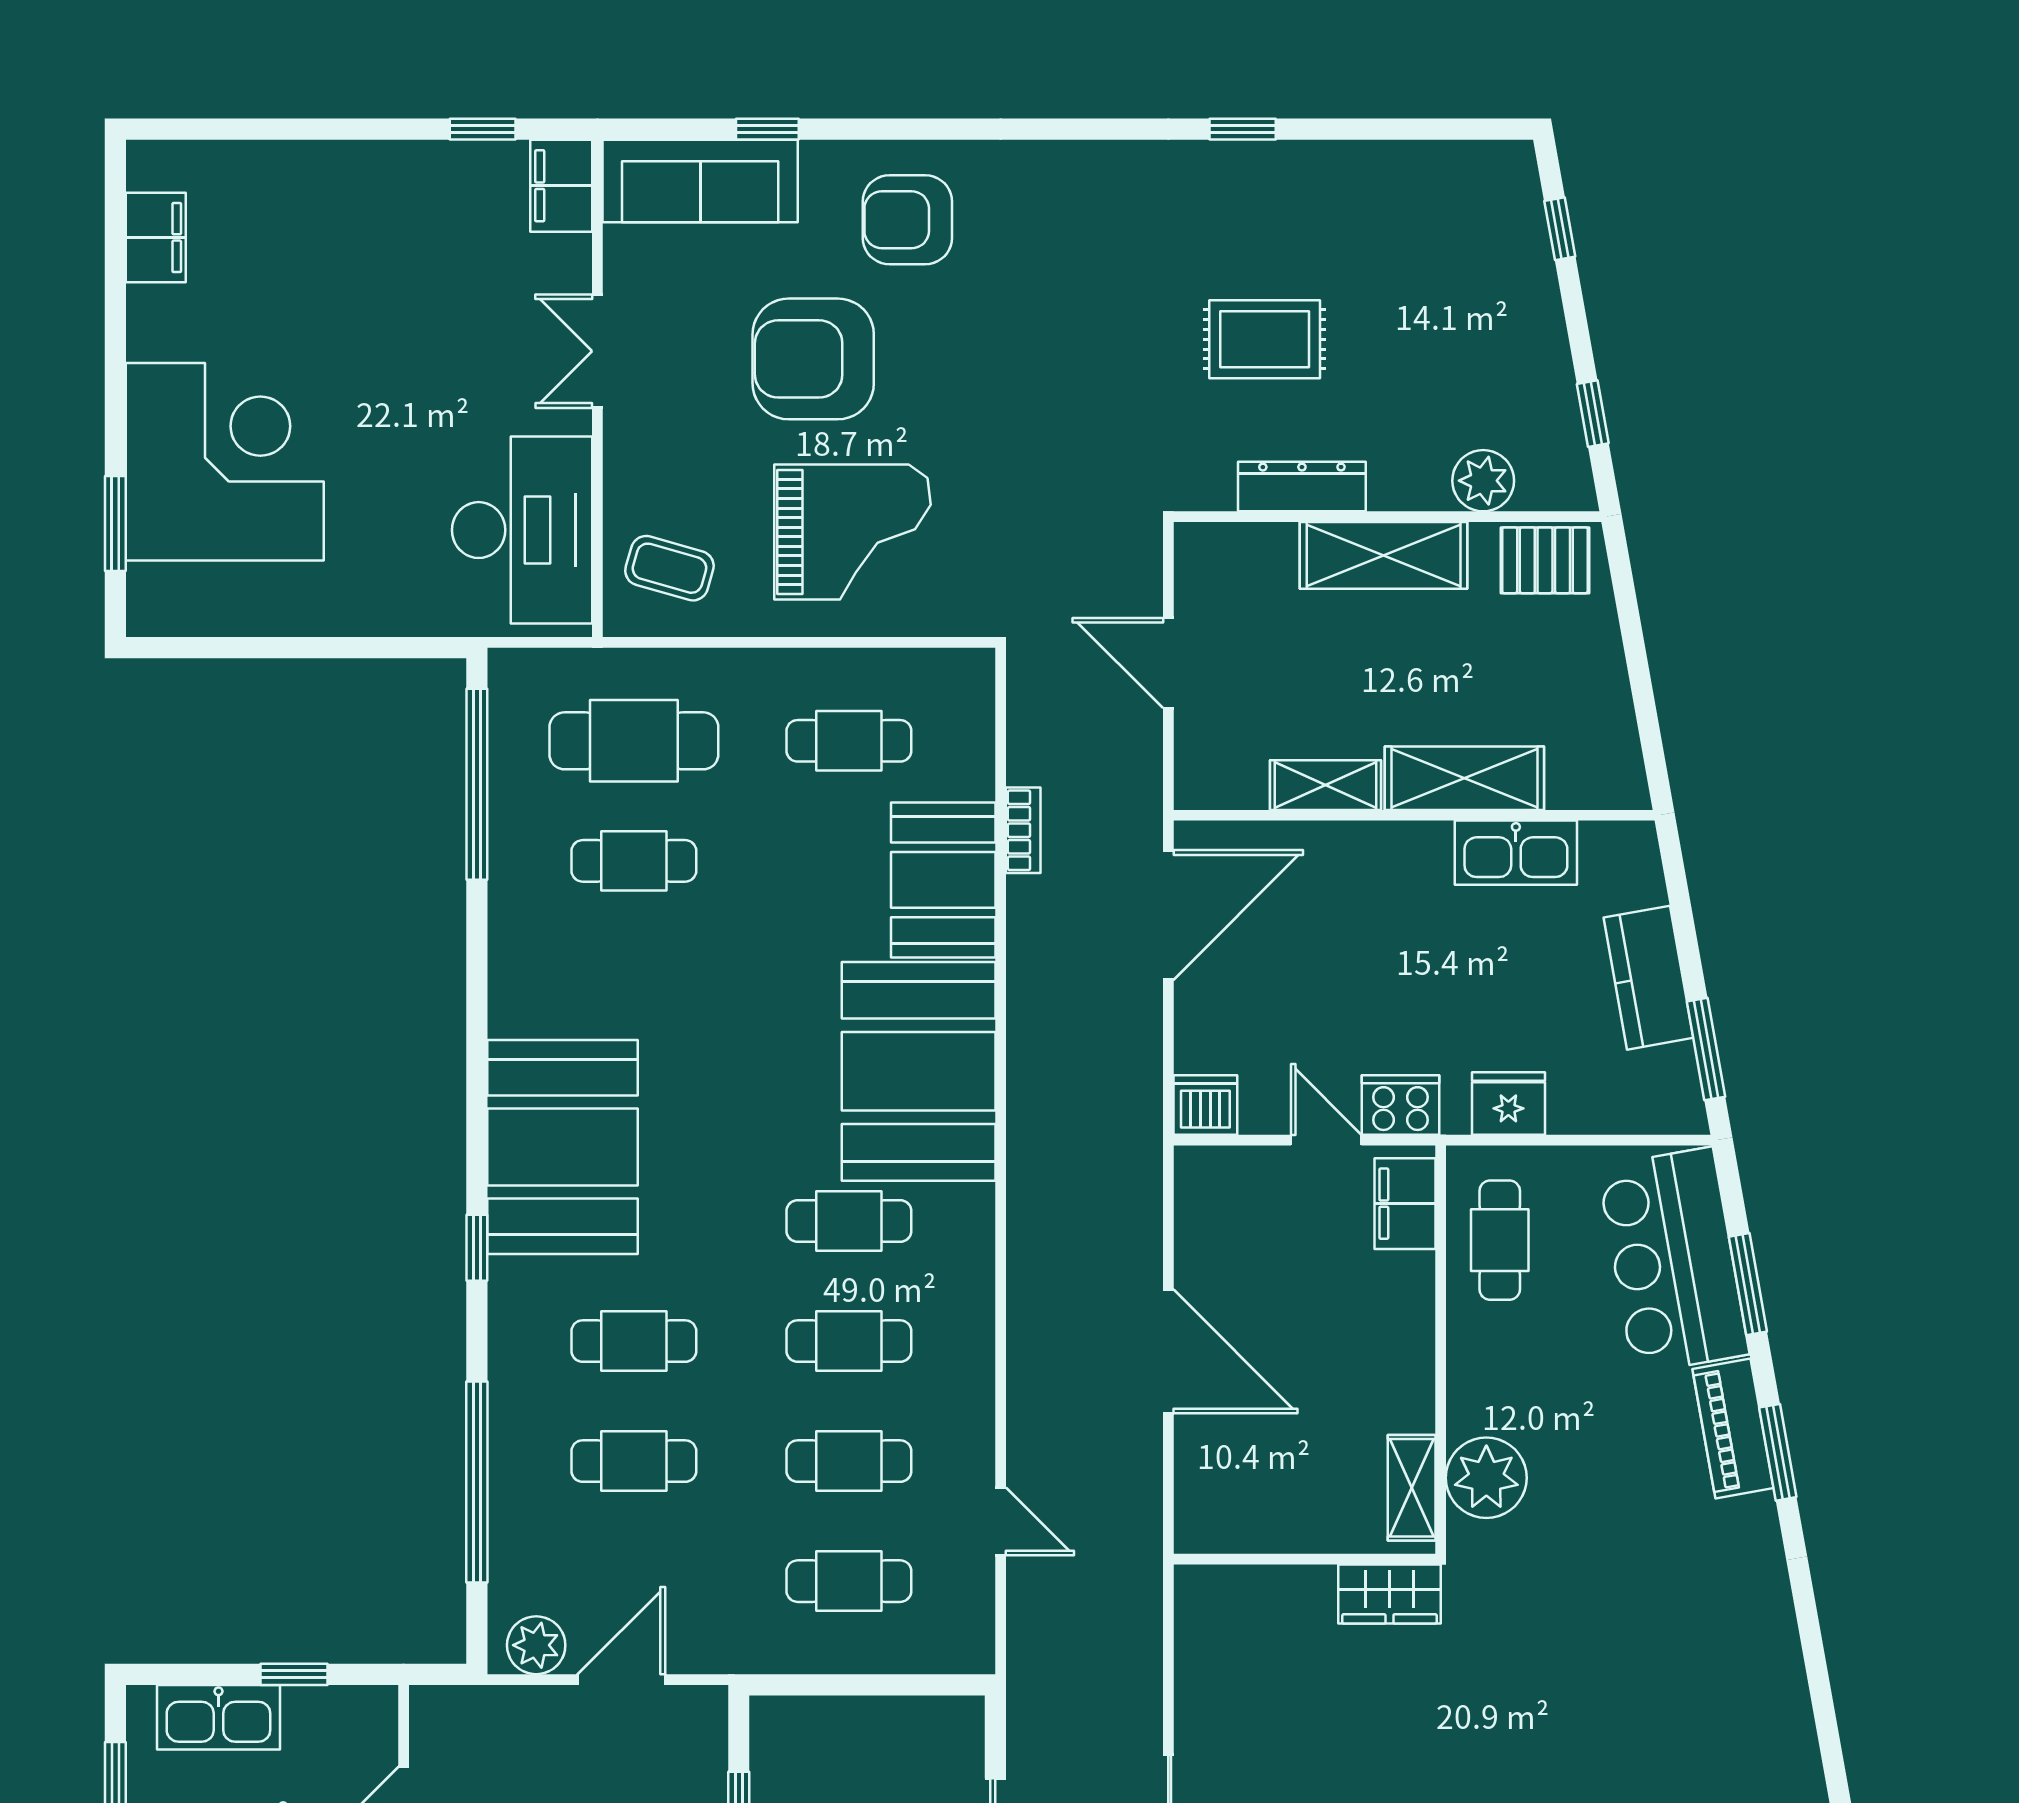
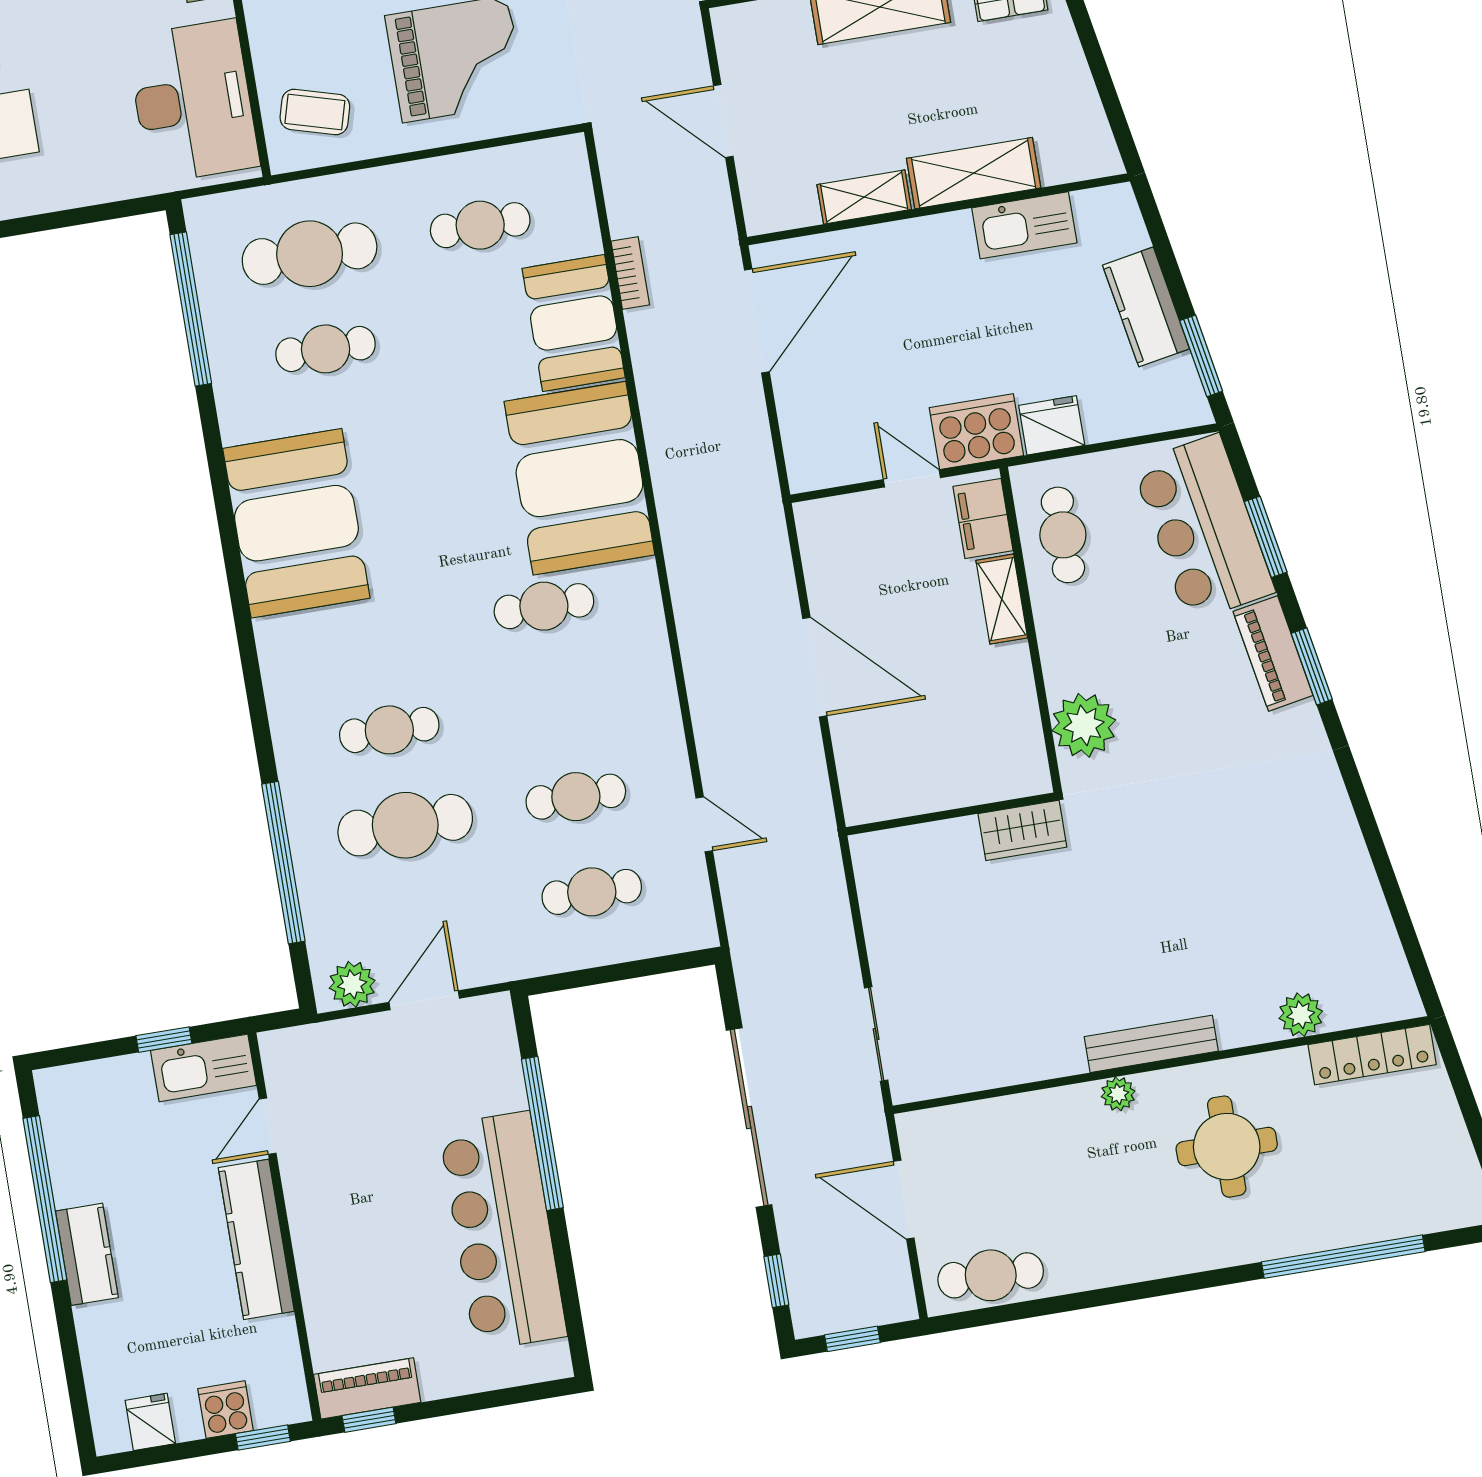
dishwasher: (1205, 1105) -> (811, 467), removed
cooker: (1400, 1105) -> (976, 432), width x1.37, depth x1.31
booth: (562, 1147) -> (296, 523), moved
window: (477, 1248) -> (252, 677), removed
cafe table: (849, 1341) -> (560, 701), removed
cafe table: (634, 1461) -> (405, 825), width x1.37, depth x1.35
shelving: (1412, 1488) -> (1002, 599), moved
kitchen sink: (218, 1717) -> (203, 1068), moved

